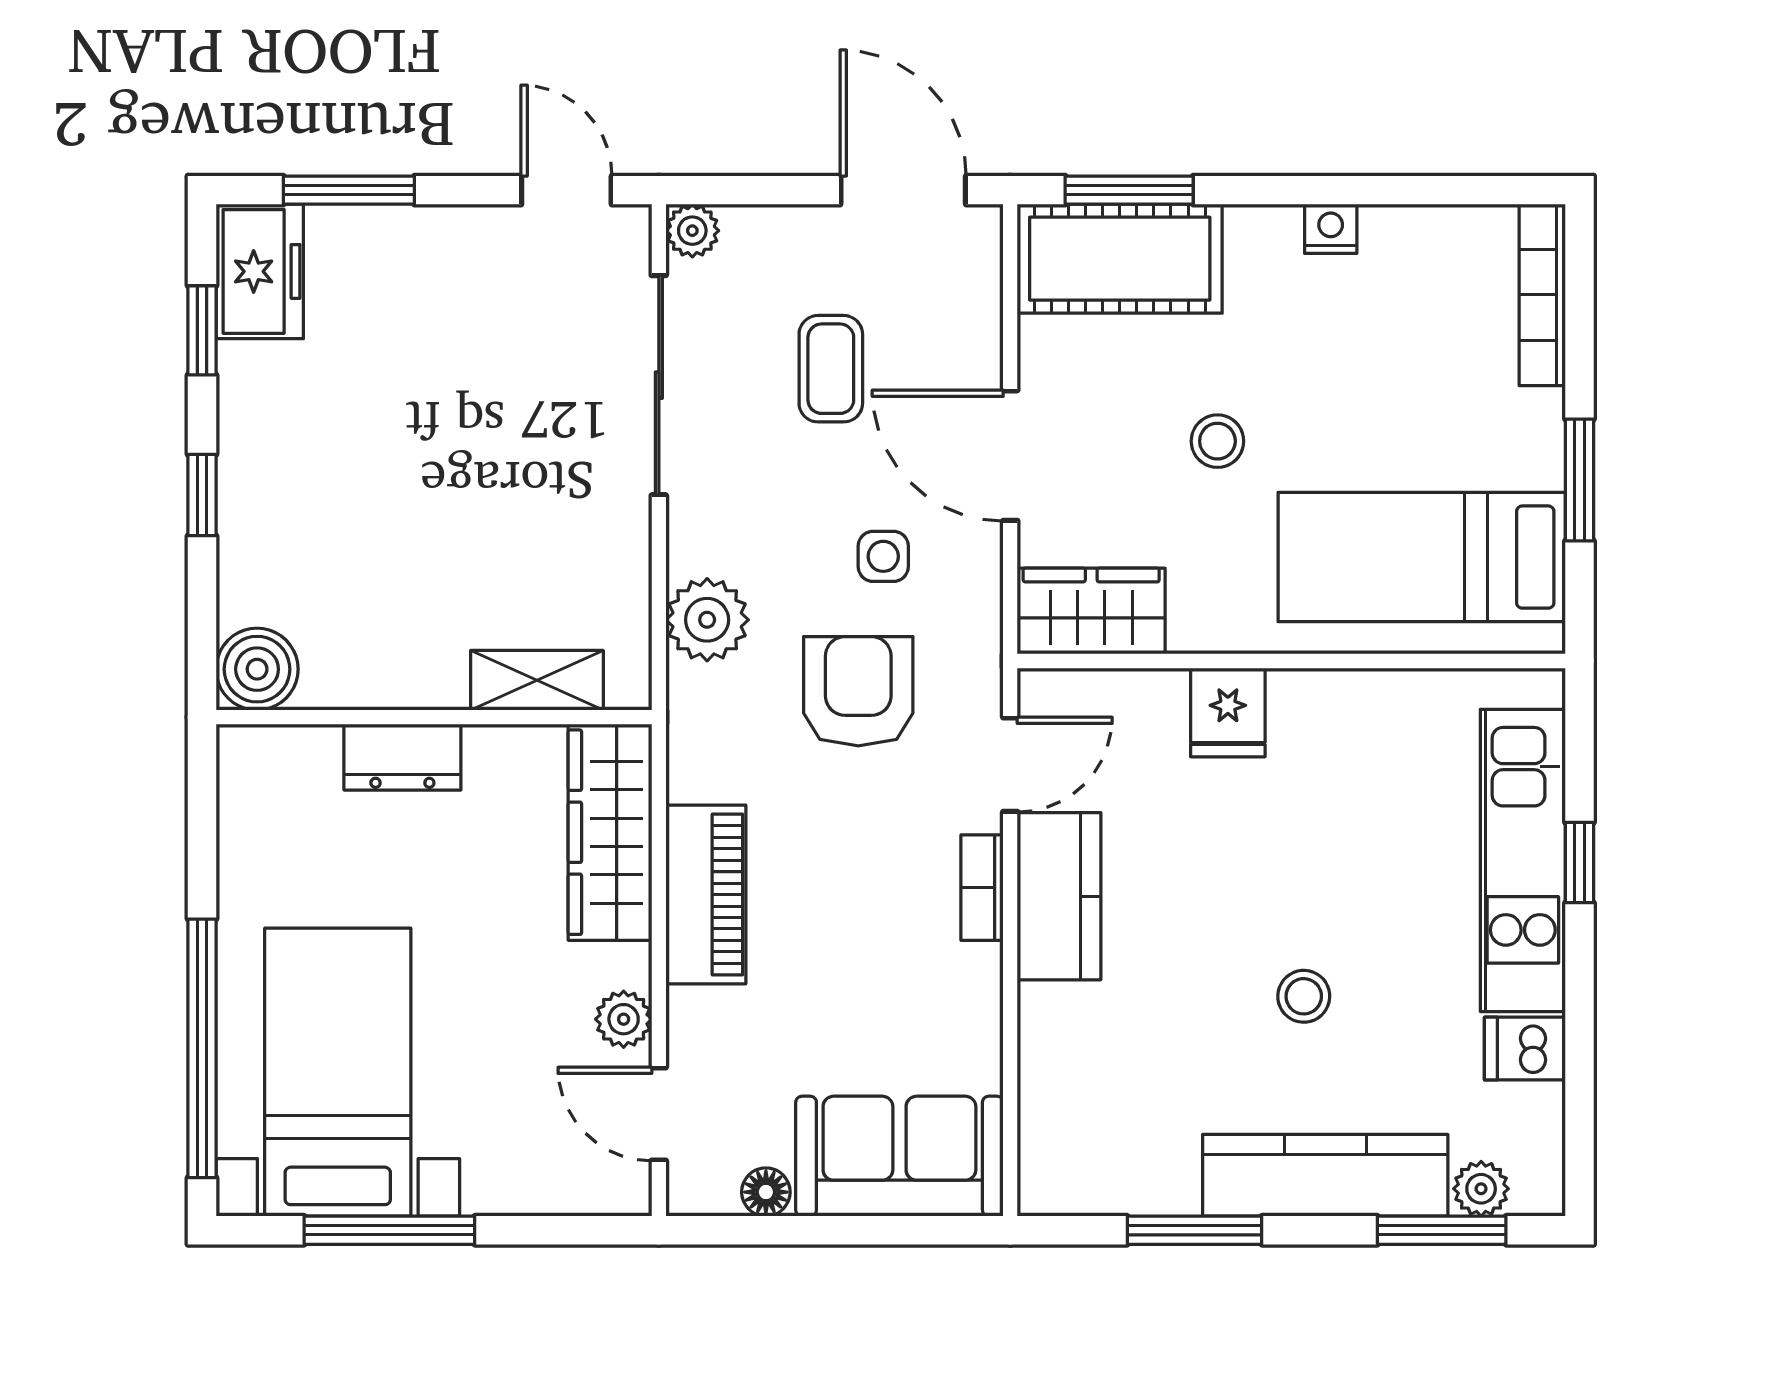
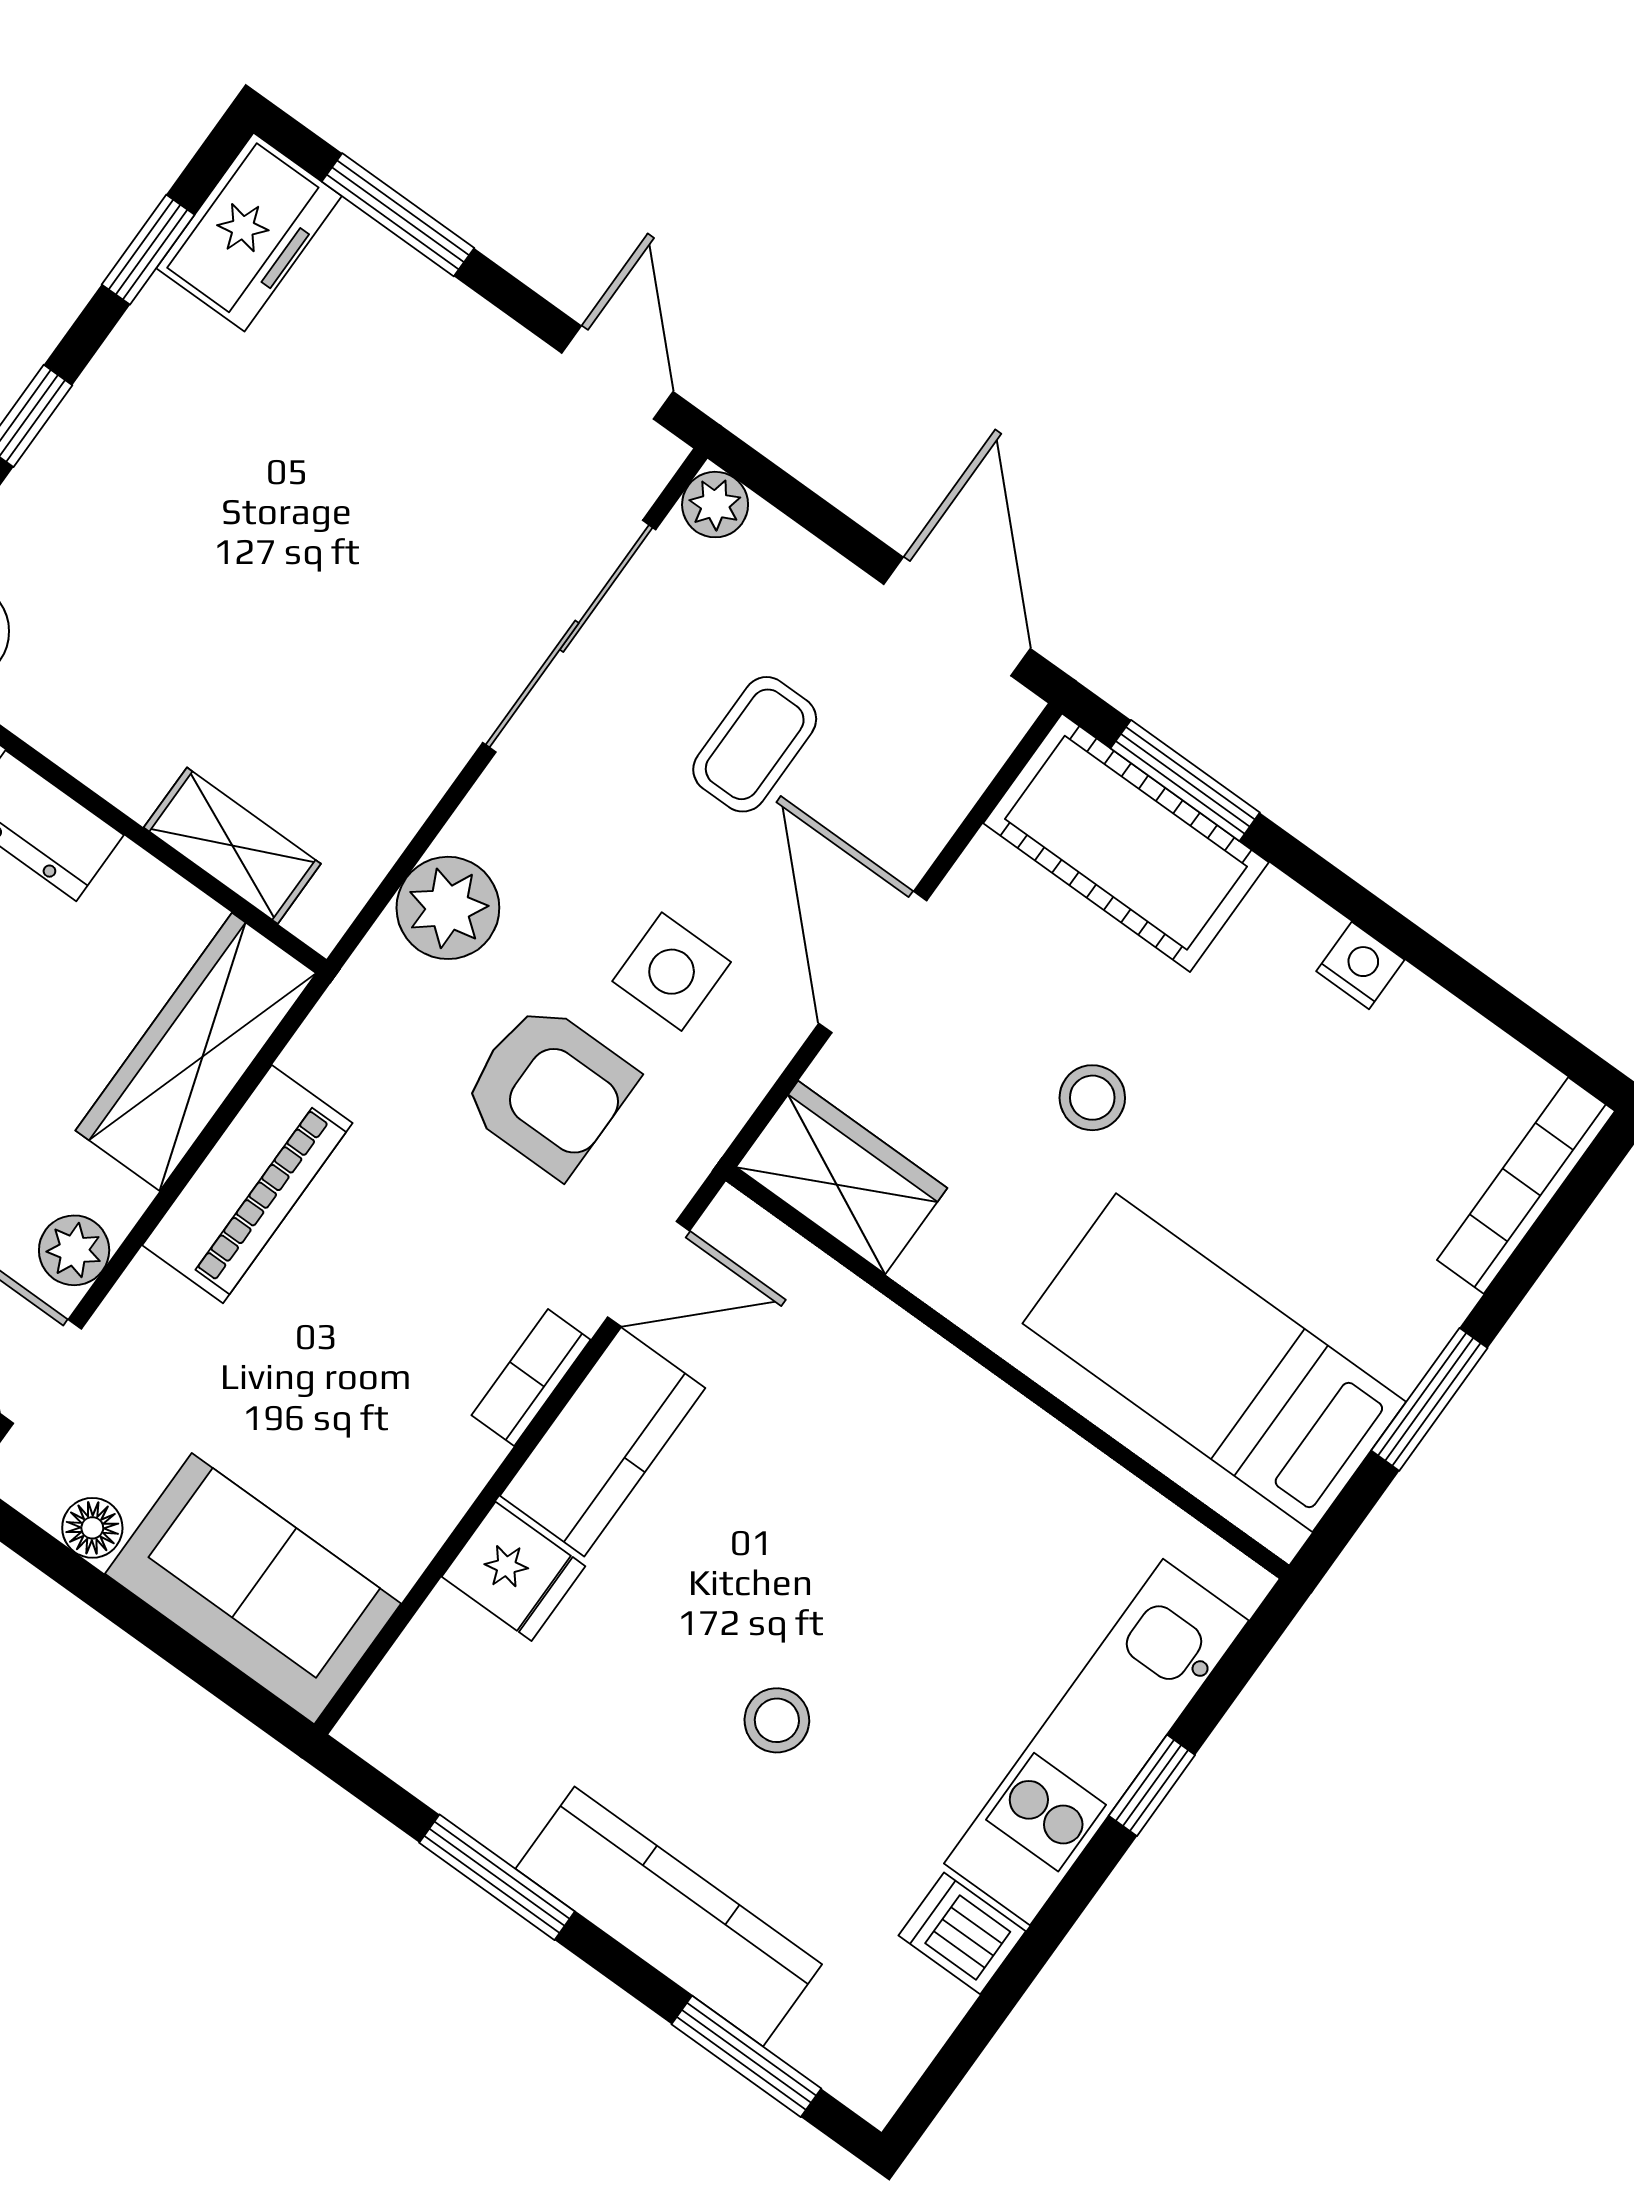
side table: (883, 556) -> (672, 972), width x1.37, depth x1.37
armchair: (858, 691) -> (549, 1090), turned 90
fridge: (1228, 712) -> (513, 1571), moved, turned -90
plant: (1481, 1189) -> (816, 2043), removed

